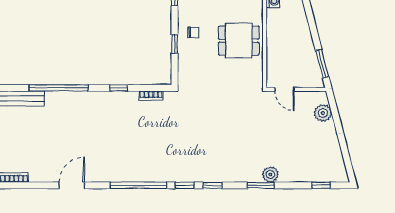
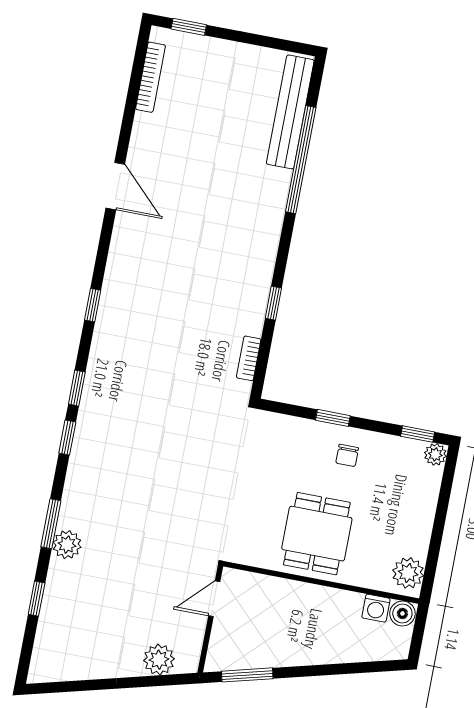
window: (59, 88) -> (301, 160), moved
window: (138, 185) -> (93, 305), width x0.32
window: (321, 185) -> (37, 599), moved

